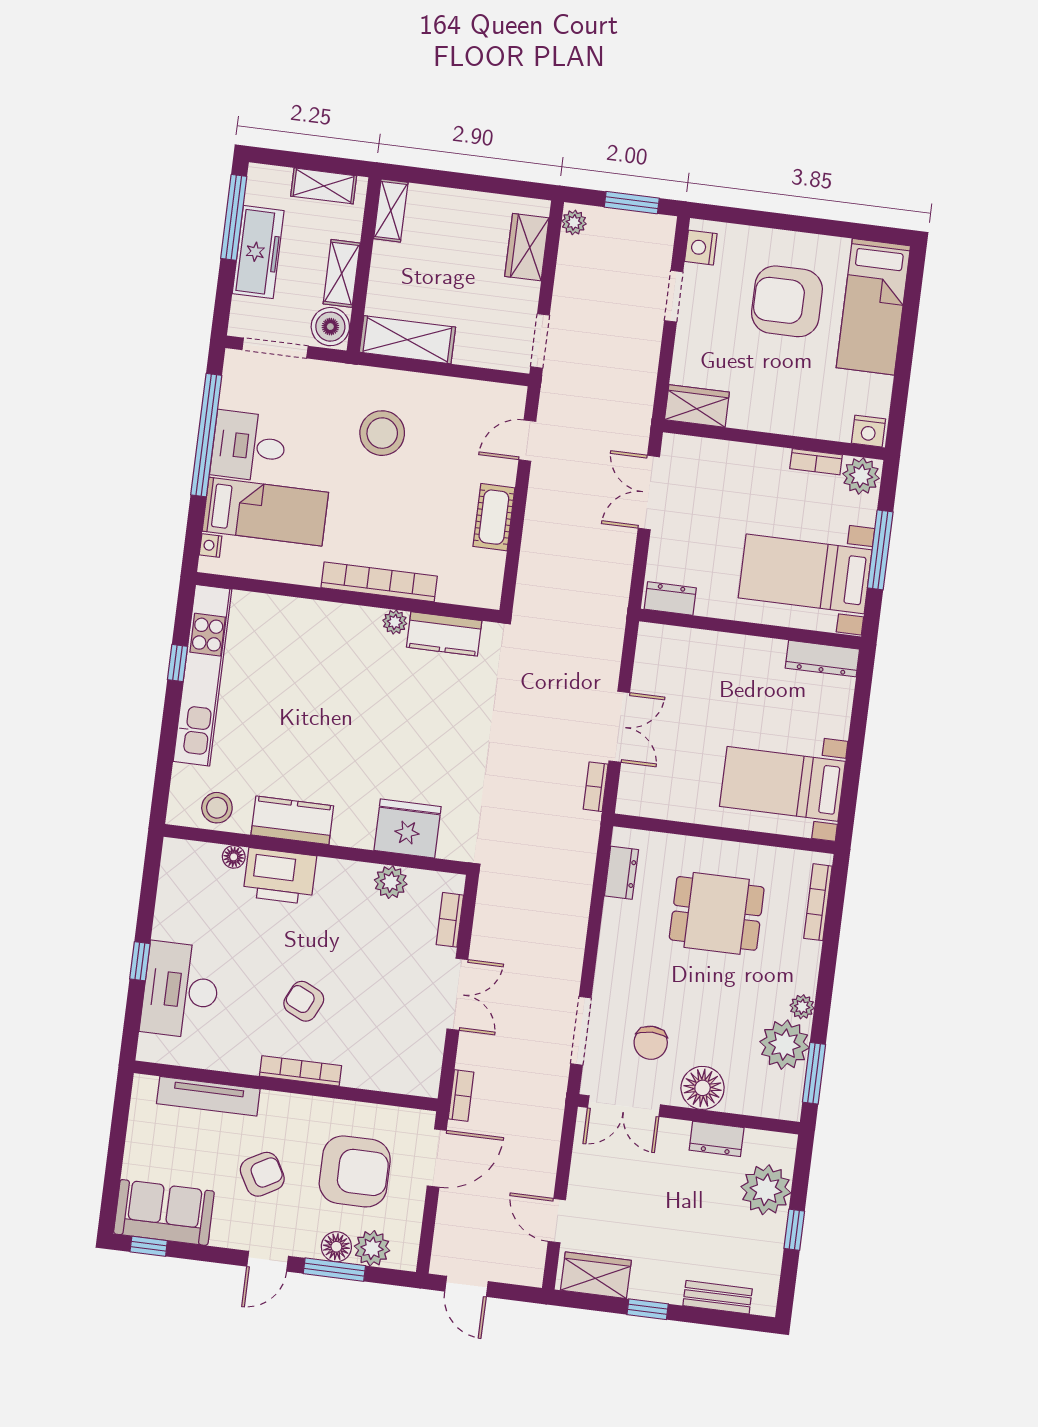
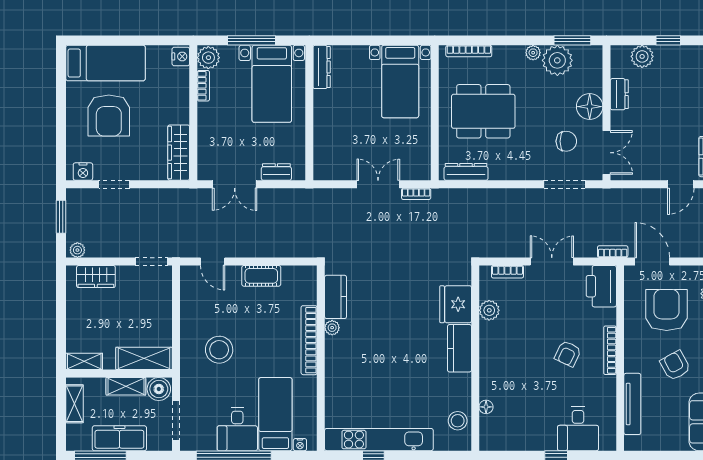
shelving: (407, 340) -> (144, 358), moved, turned 90
wardrobe: (697, 406) -> (179, 153), width x1.50
dresser: (670, 599) -> (276, 172), moved, turned 90
kitchen counter: (292, 820) -> (460, 348), moved
dresser: (621, 873) -> (466, 172), width x1.44
printer: (280, 876) -> (601, 286), moved, turned 180
dining table: (717, 913) -> (483, 111), width x1.38
desk: (181, 990) -> (578, 429), width x0.73
plant: (766, 1190) -> (642, 56), width x0.73, depth x0.73

